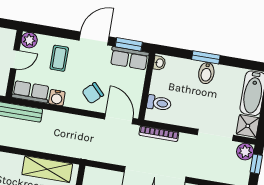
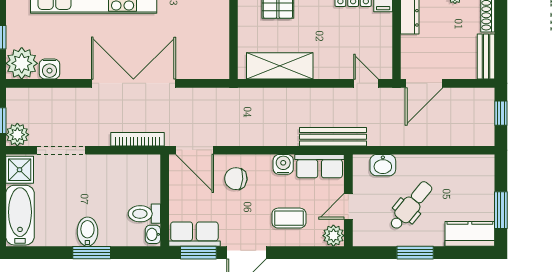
coffee table: (59, 58) -> (289, 218), turned 90
chair: (93, 93) -> (236, 179), turned -131
toilet: (159, 103) -> (144, 214), moved

